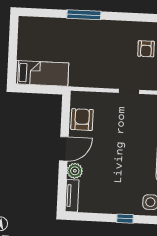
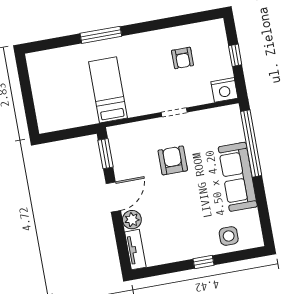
bed: (42, 73) -> (108, 90), moved, turned -90
window: (66, 112) -> (105, 154), added
armchair: (82, 120) -> (173, 160), moved

